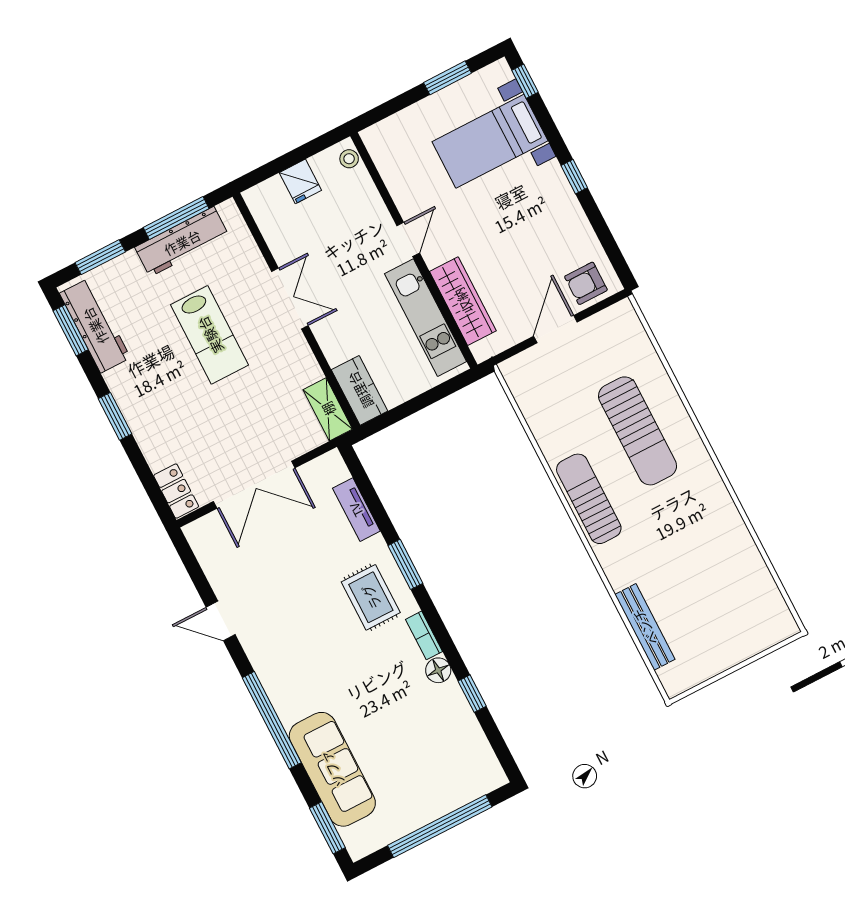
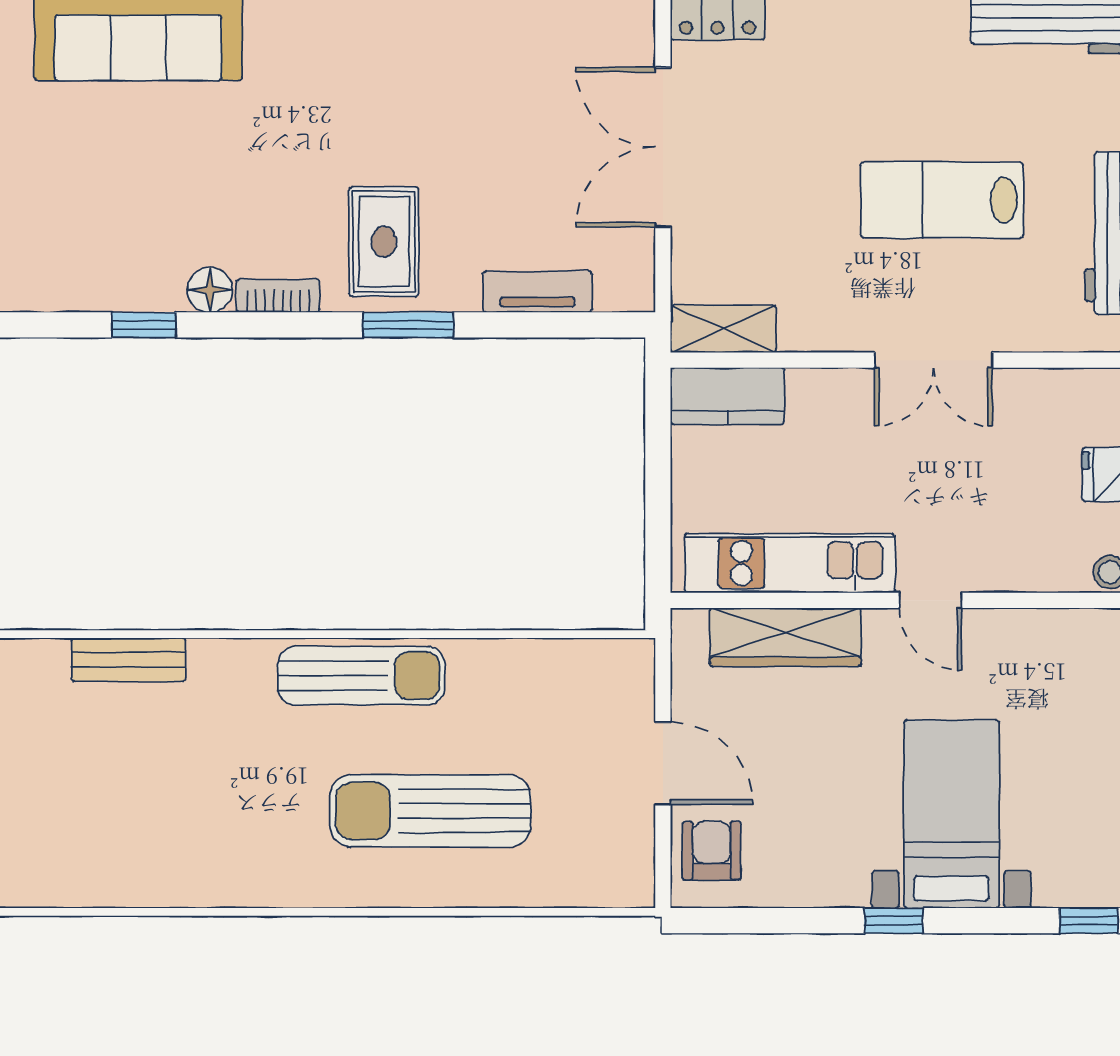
bed with nightstands: (490, 141) -> (952, 814), moved
rug: (371, 597) -> (384, 242), turned 90
bench: (645, 627) -> (128, 660), width x0.73

